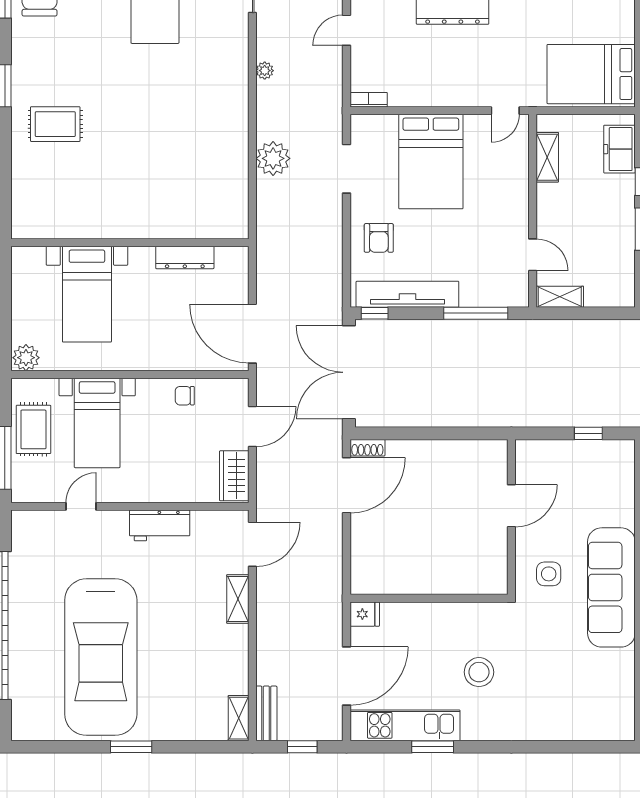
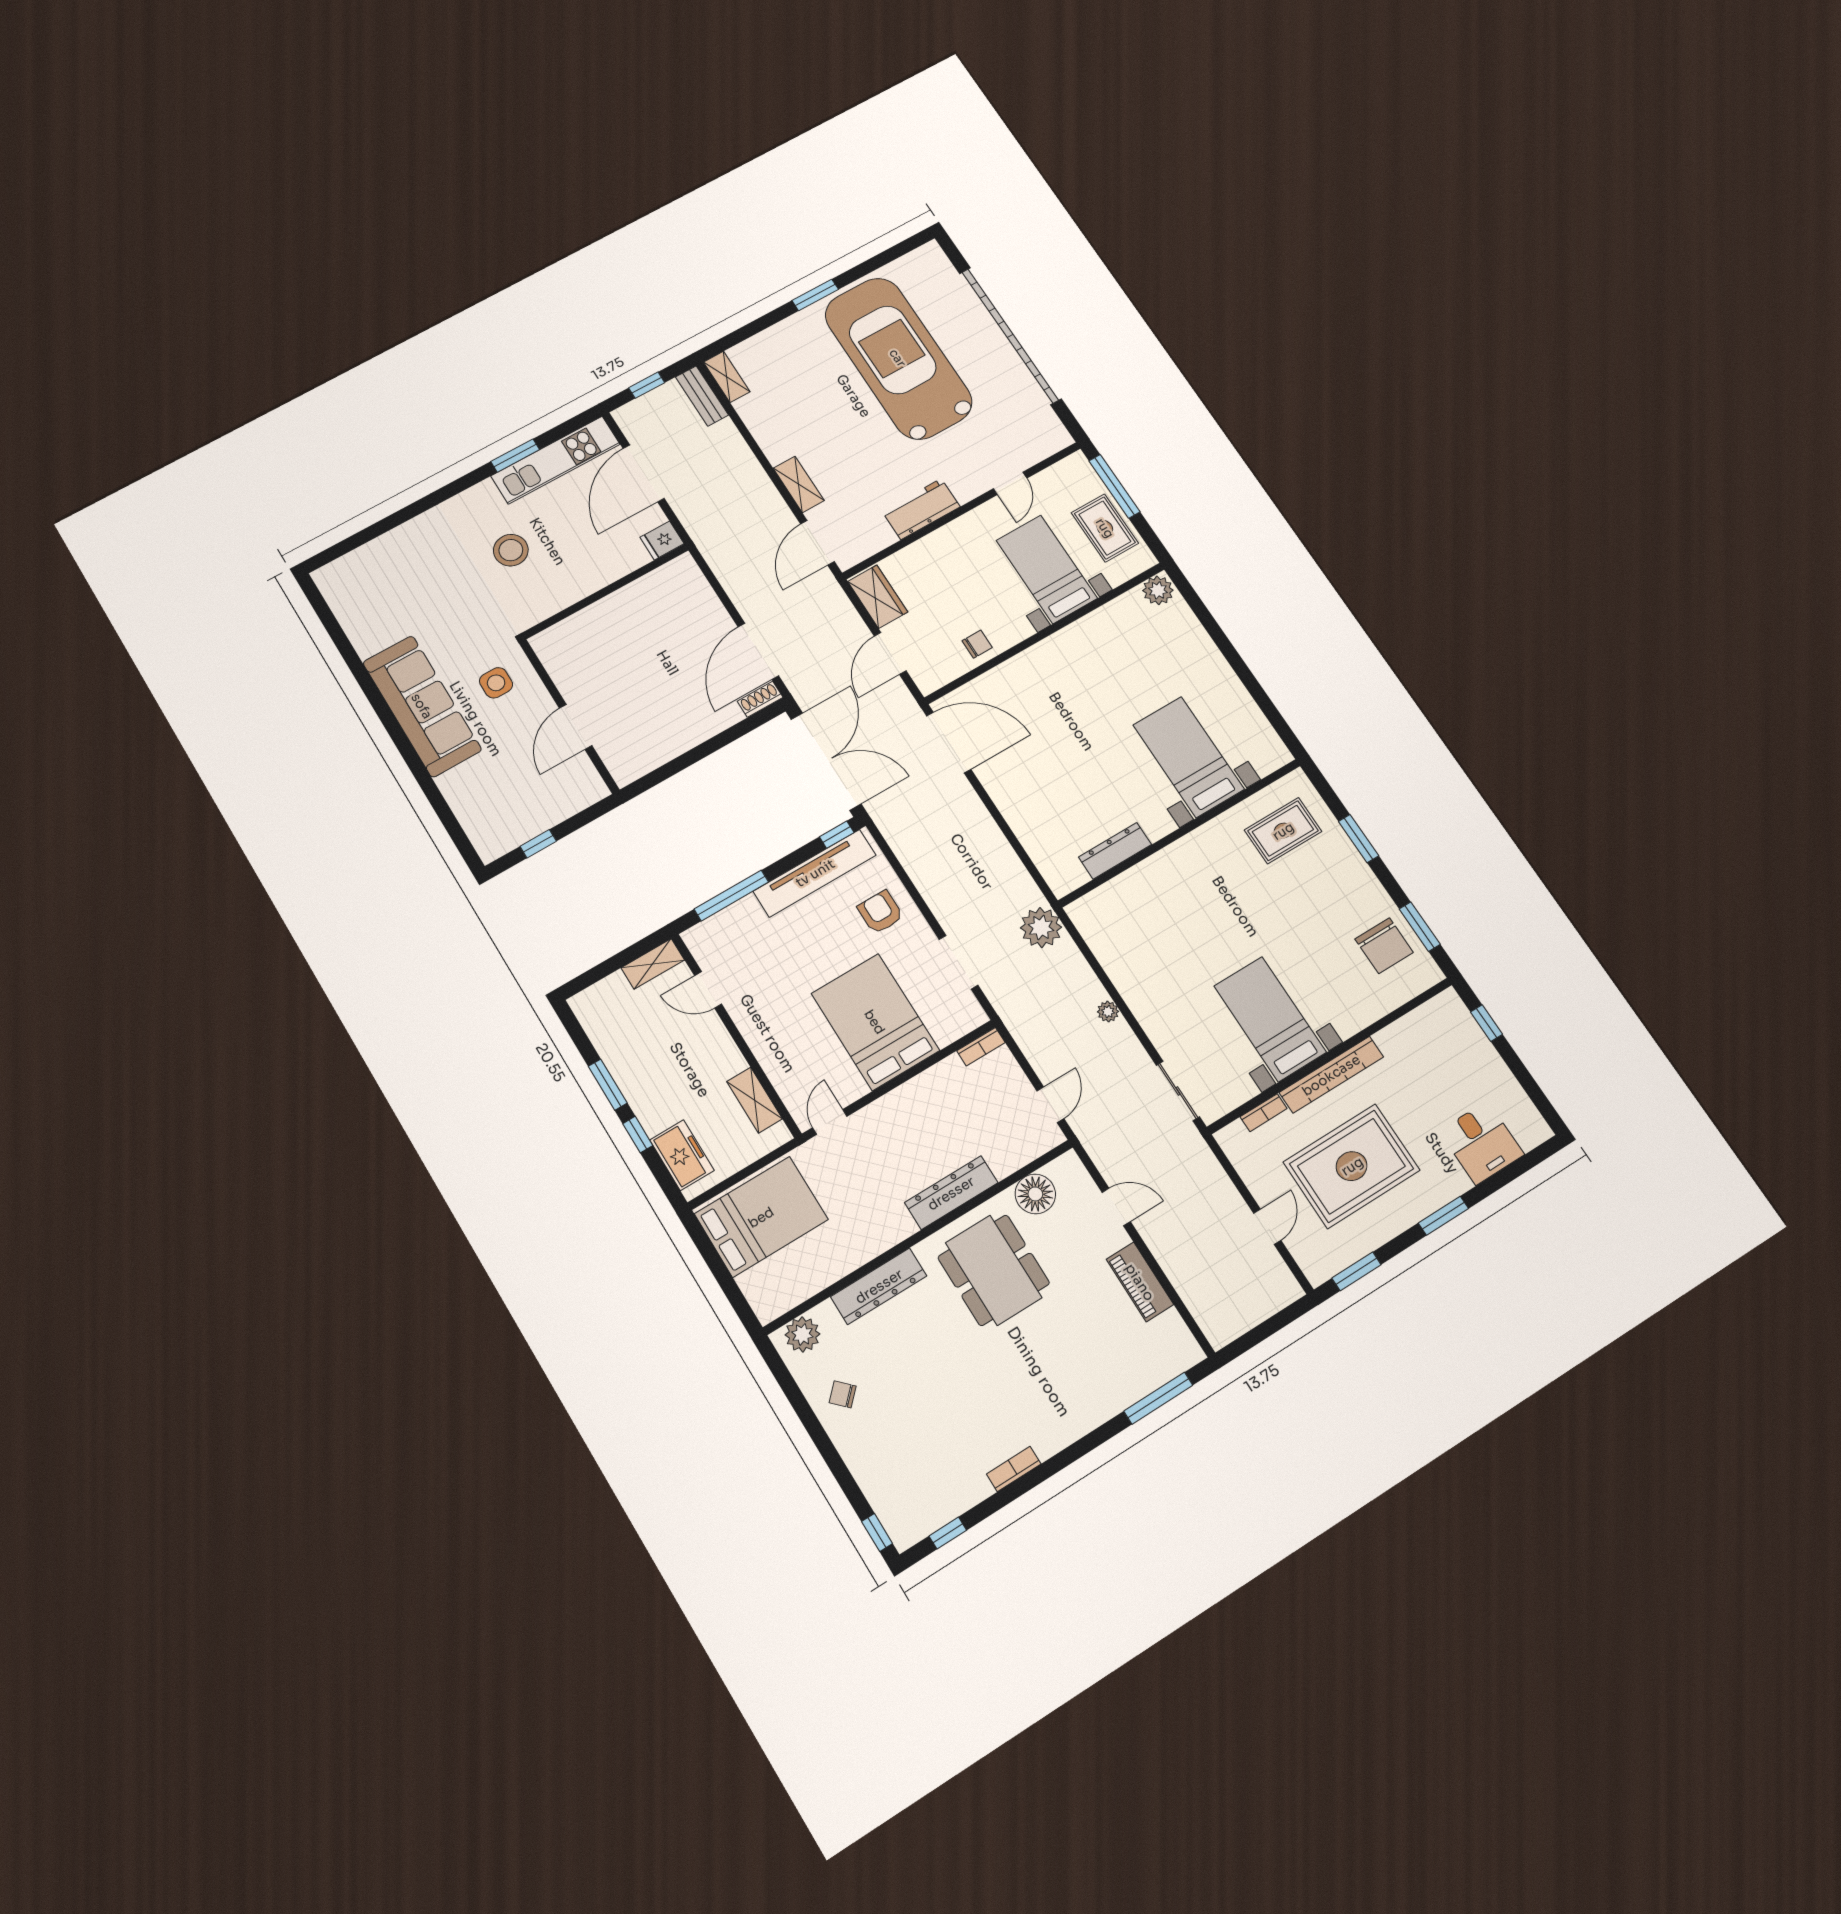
wall: (130, 243) -> (1180, 833), moved
dresser: (185, 257) -> (1115, 851), moved
bed with nightstands: (87, 294) -> (1189, 757), moved

